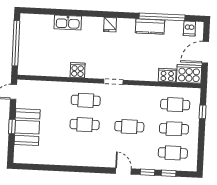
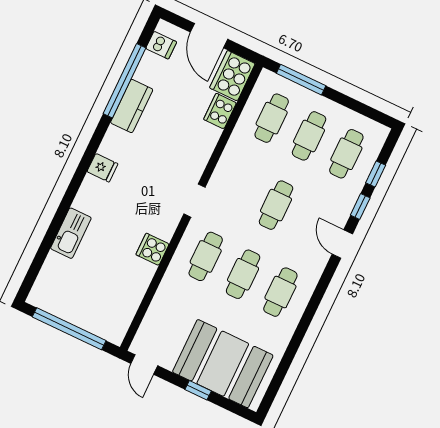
window: (203, 112) -> (301, 80), width x2.17
booth: (27, 127) -> (223, 364), width x1.36, depth x1.42
cafe table: (83, 149) -> (280, 292), added
door: (123, 171) -> (342, 244), hinge flipped

